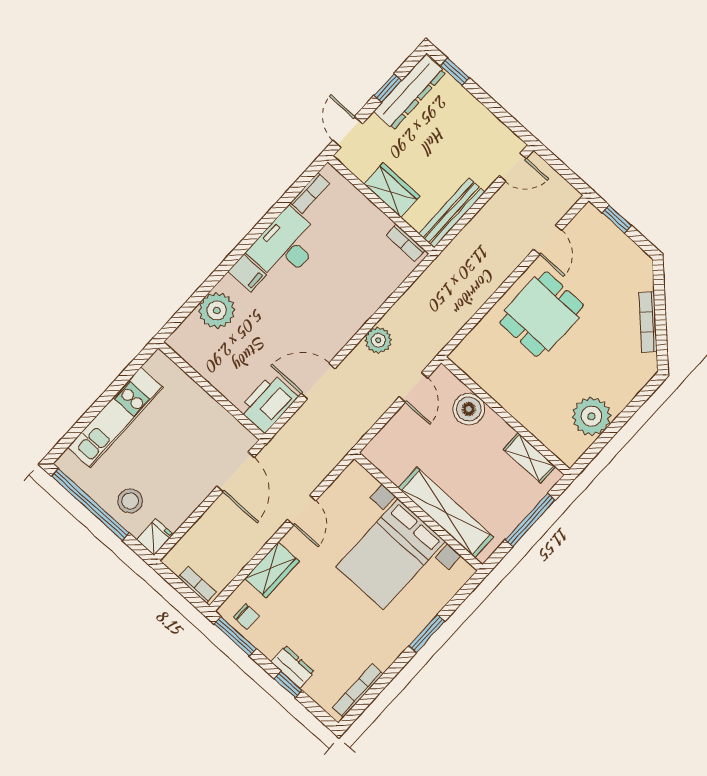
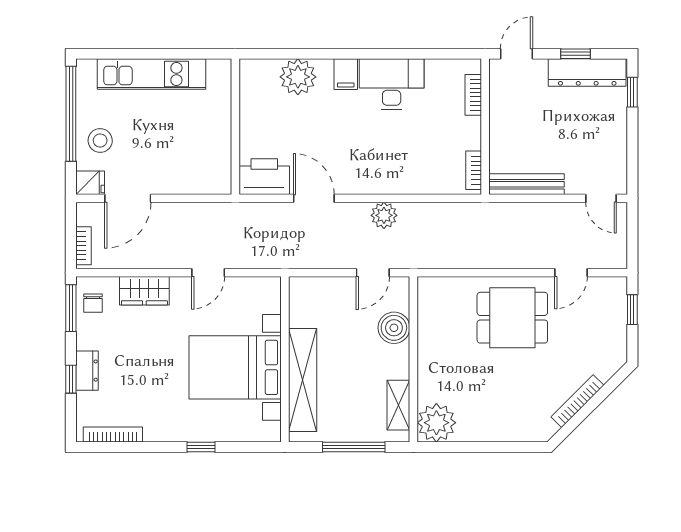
wardrobe: (392, 190) -> (503, 125), removed
bookcase: (310, 193) -> (473, 95), moved, turned 90
plant: (591, 416) -> (436, 423), moved
door: (235, 472) -> (128, 198), moved
window: (427, 634) -> (201, 447), width x0.67

